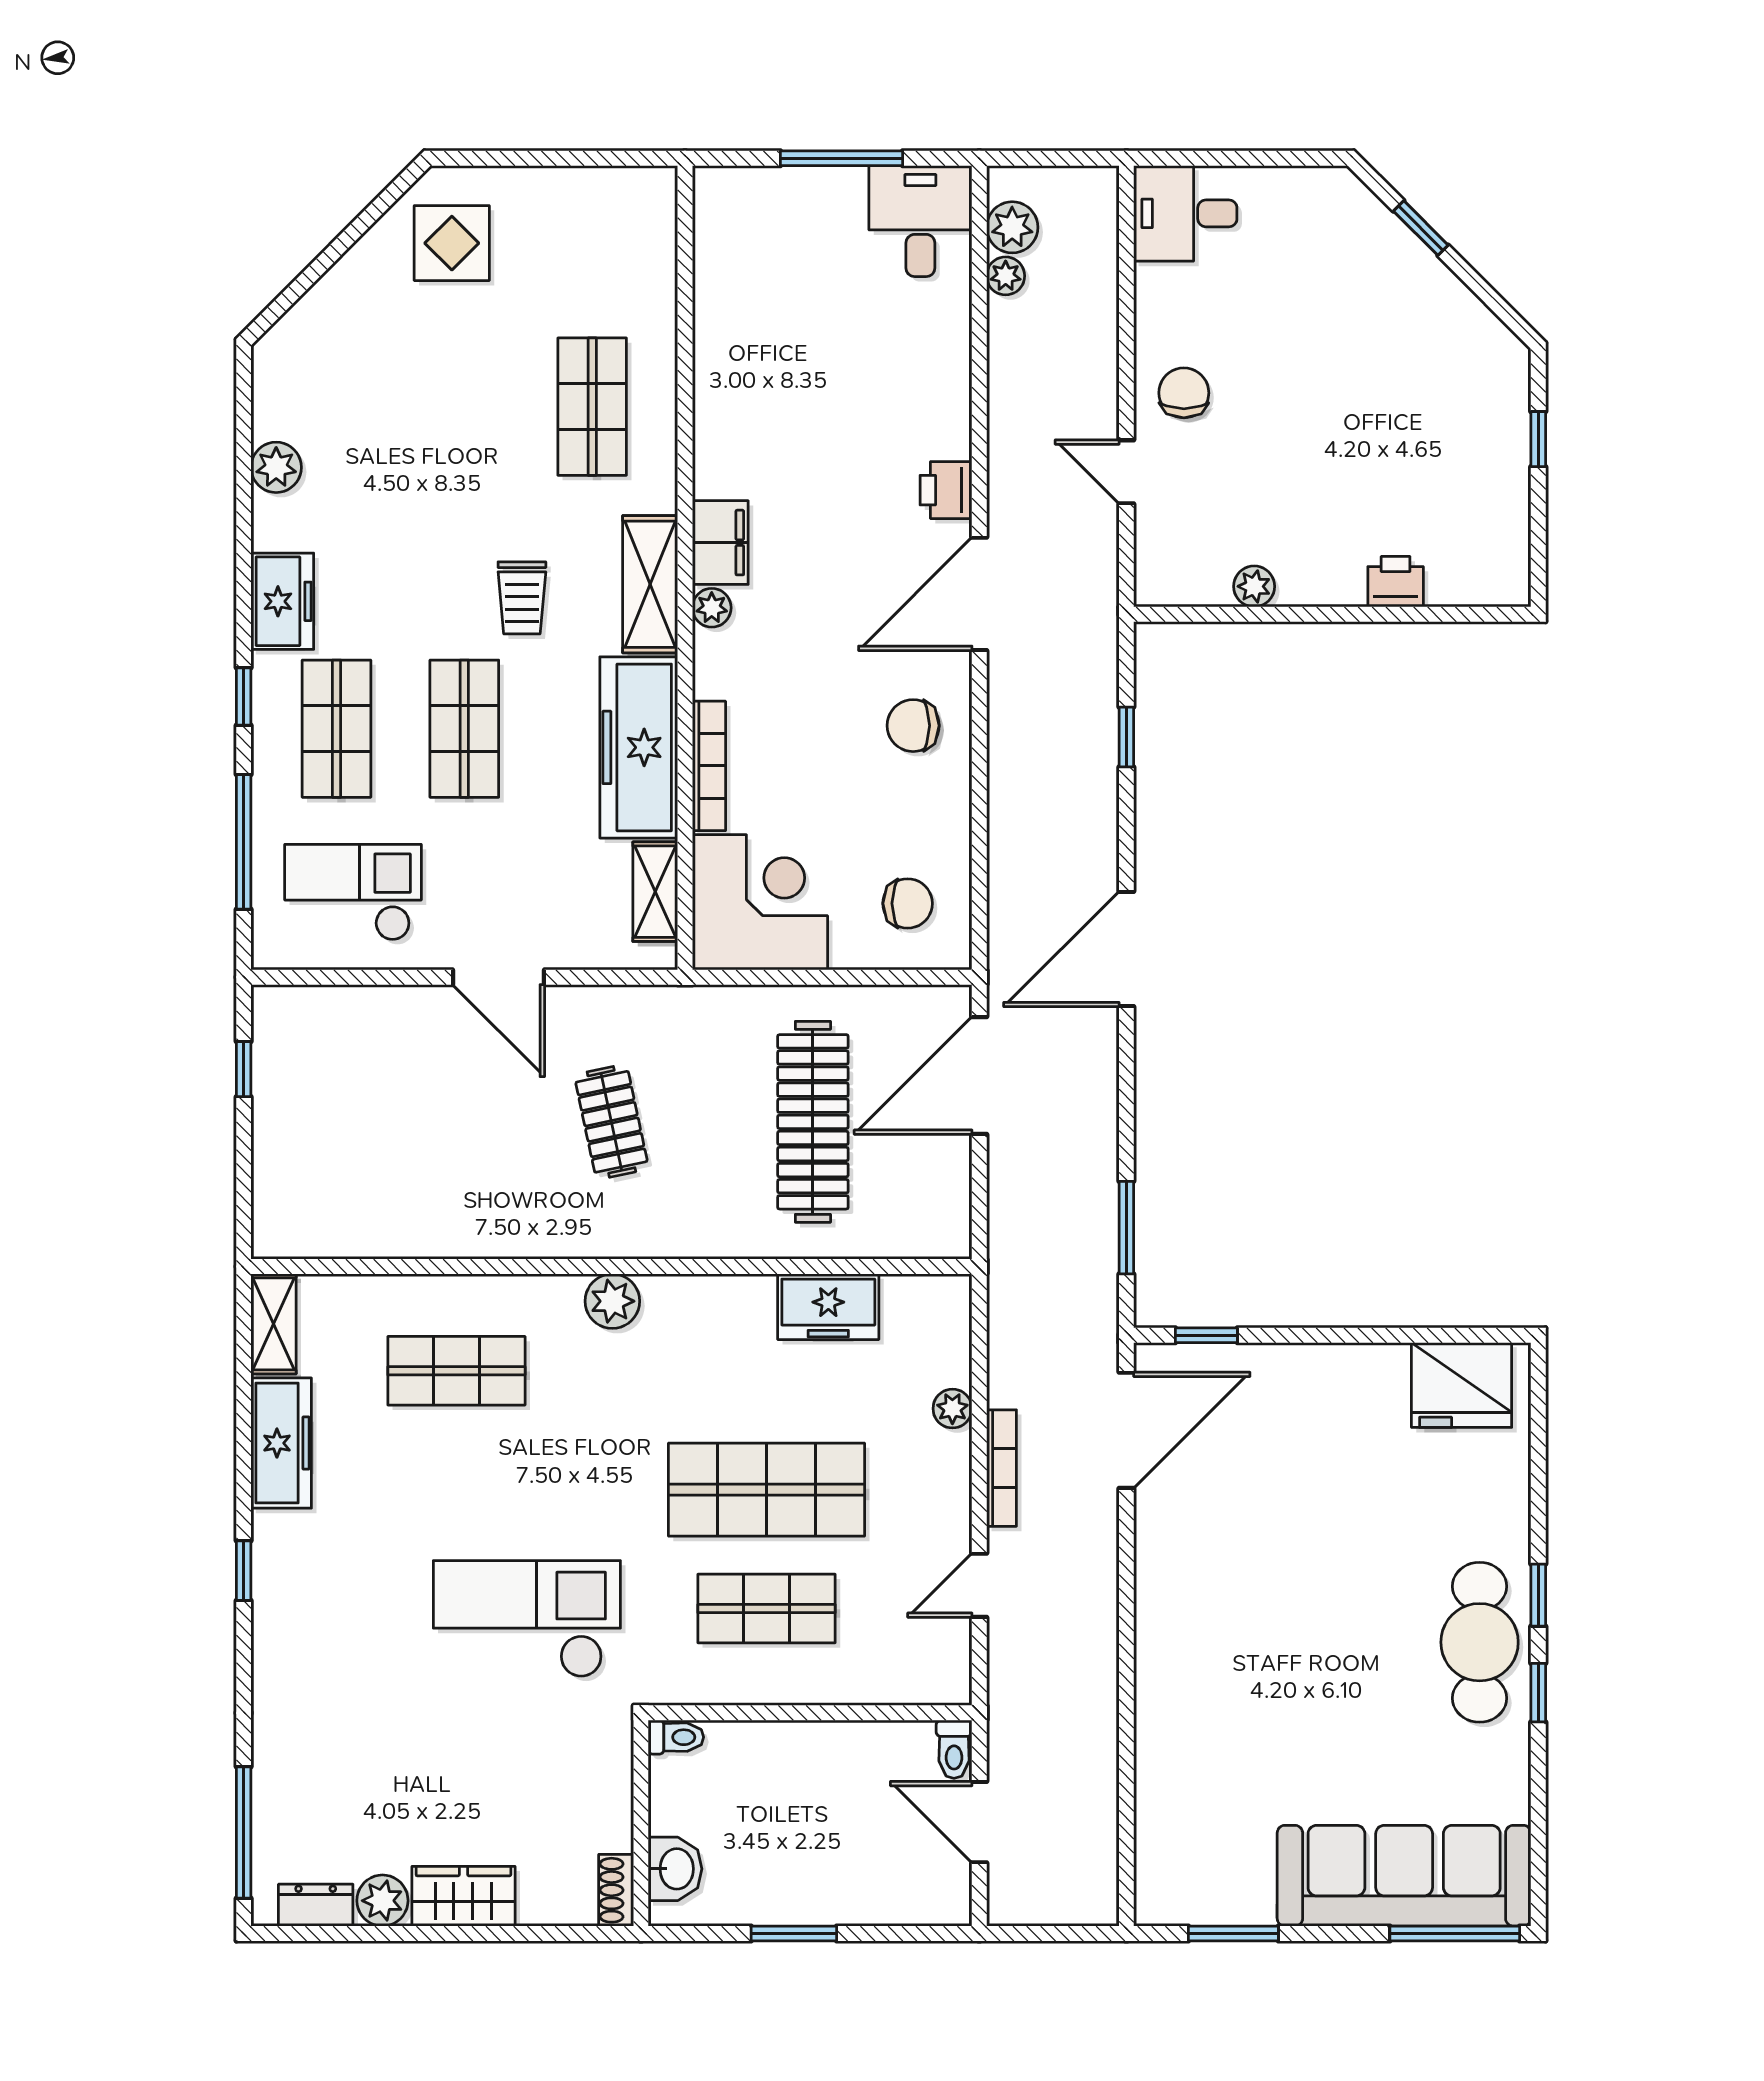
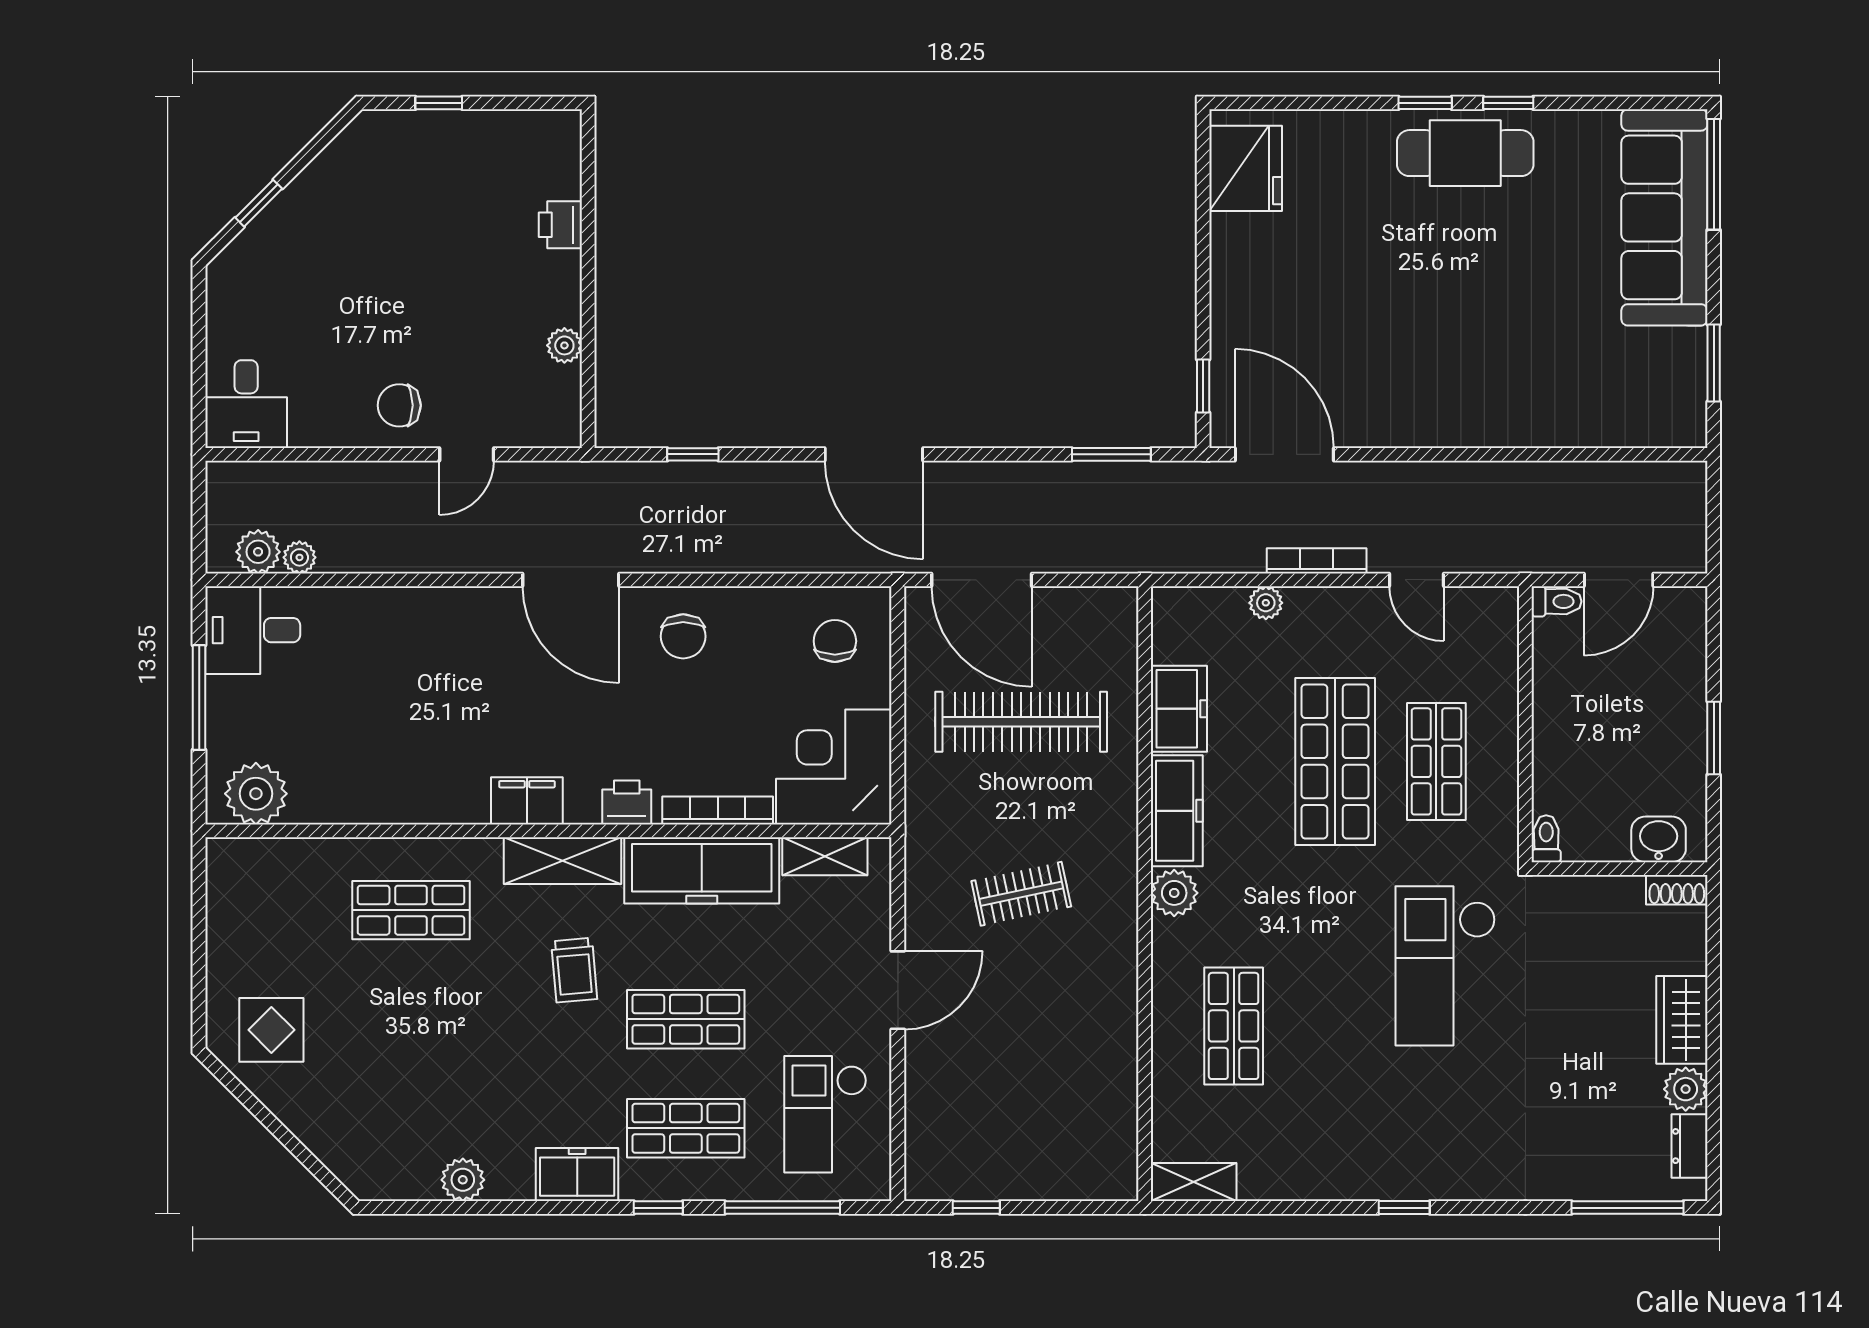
printer: (946, 490) -> (627, 803), moved, turned 180
trolley: (522, 598) -> (574, 970), turned 85
plant: (712, 608) -> (256, 794), moved, width x1.87, depth x1.87
freezer: (281, 1443) -> (1177, 811), moved, turned 90

